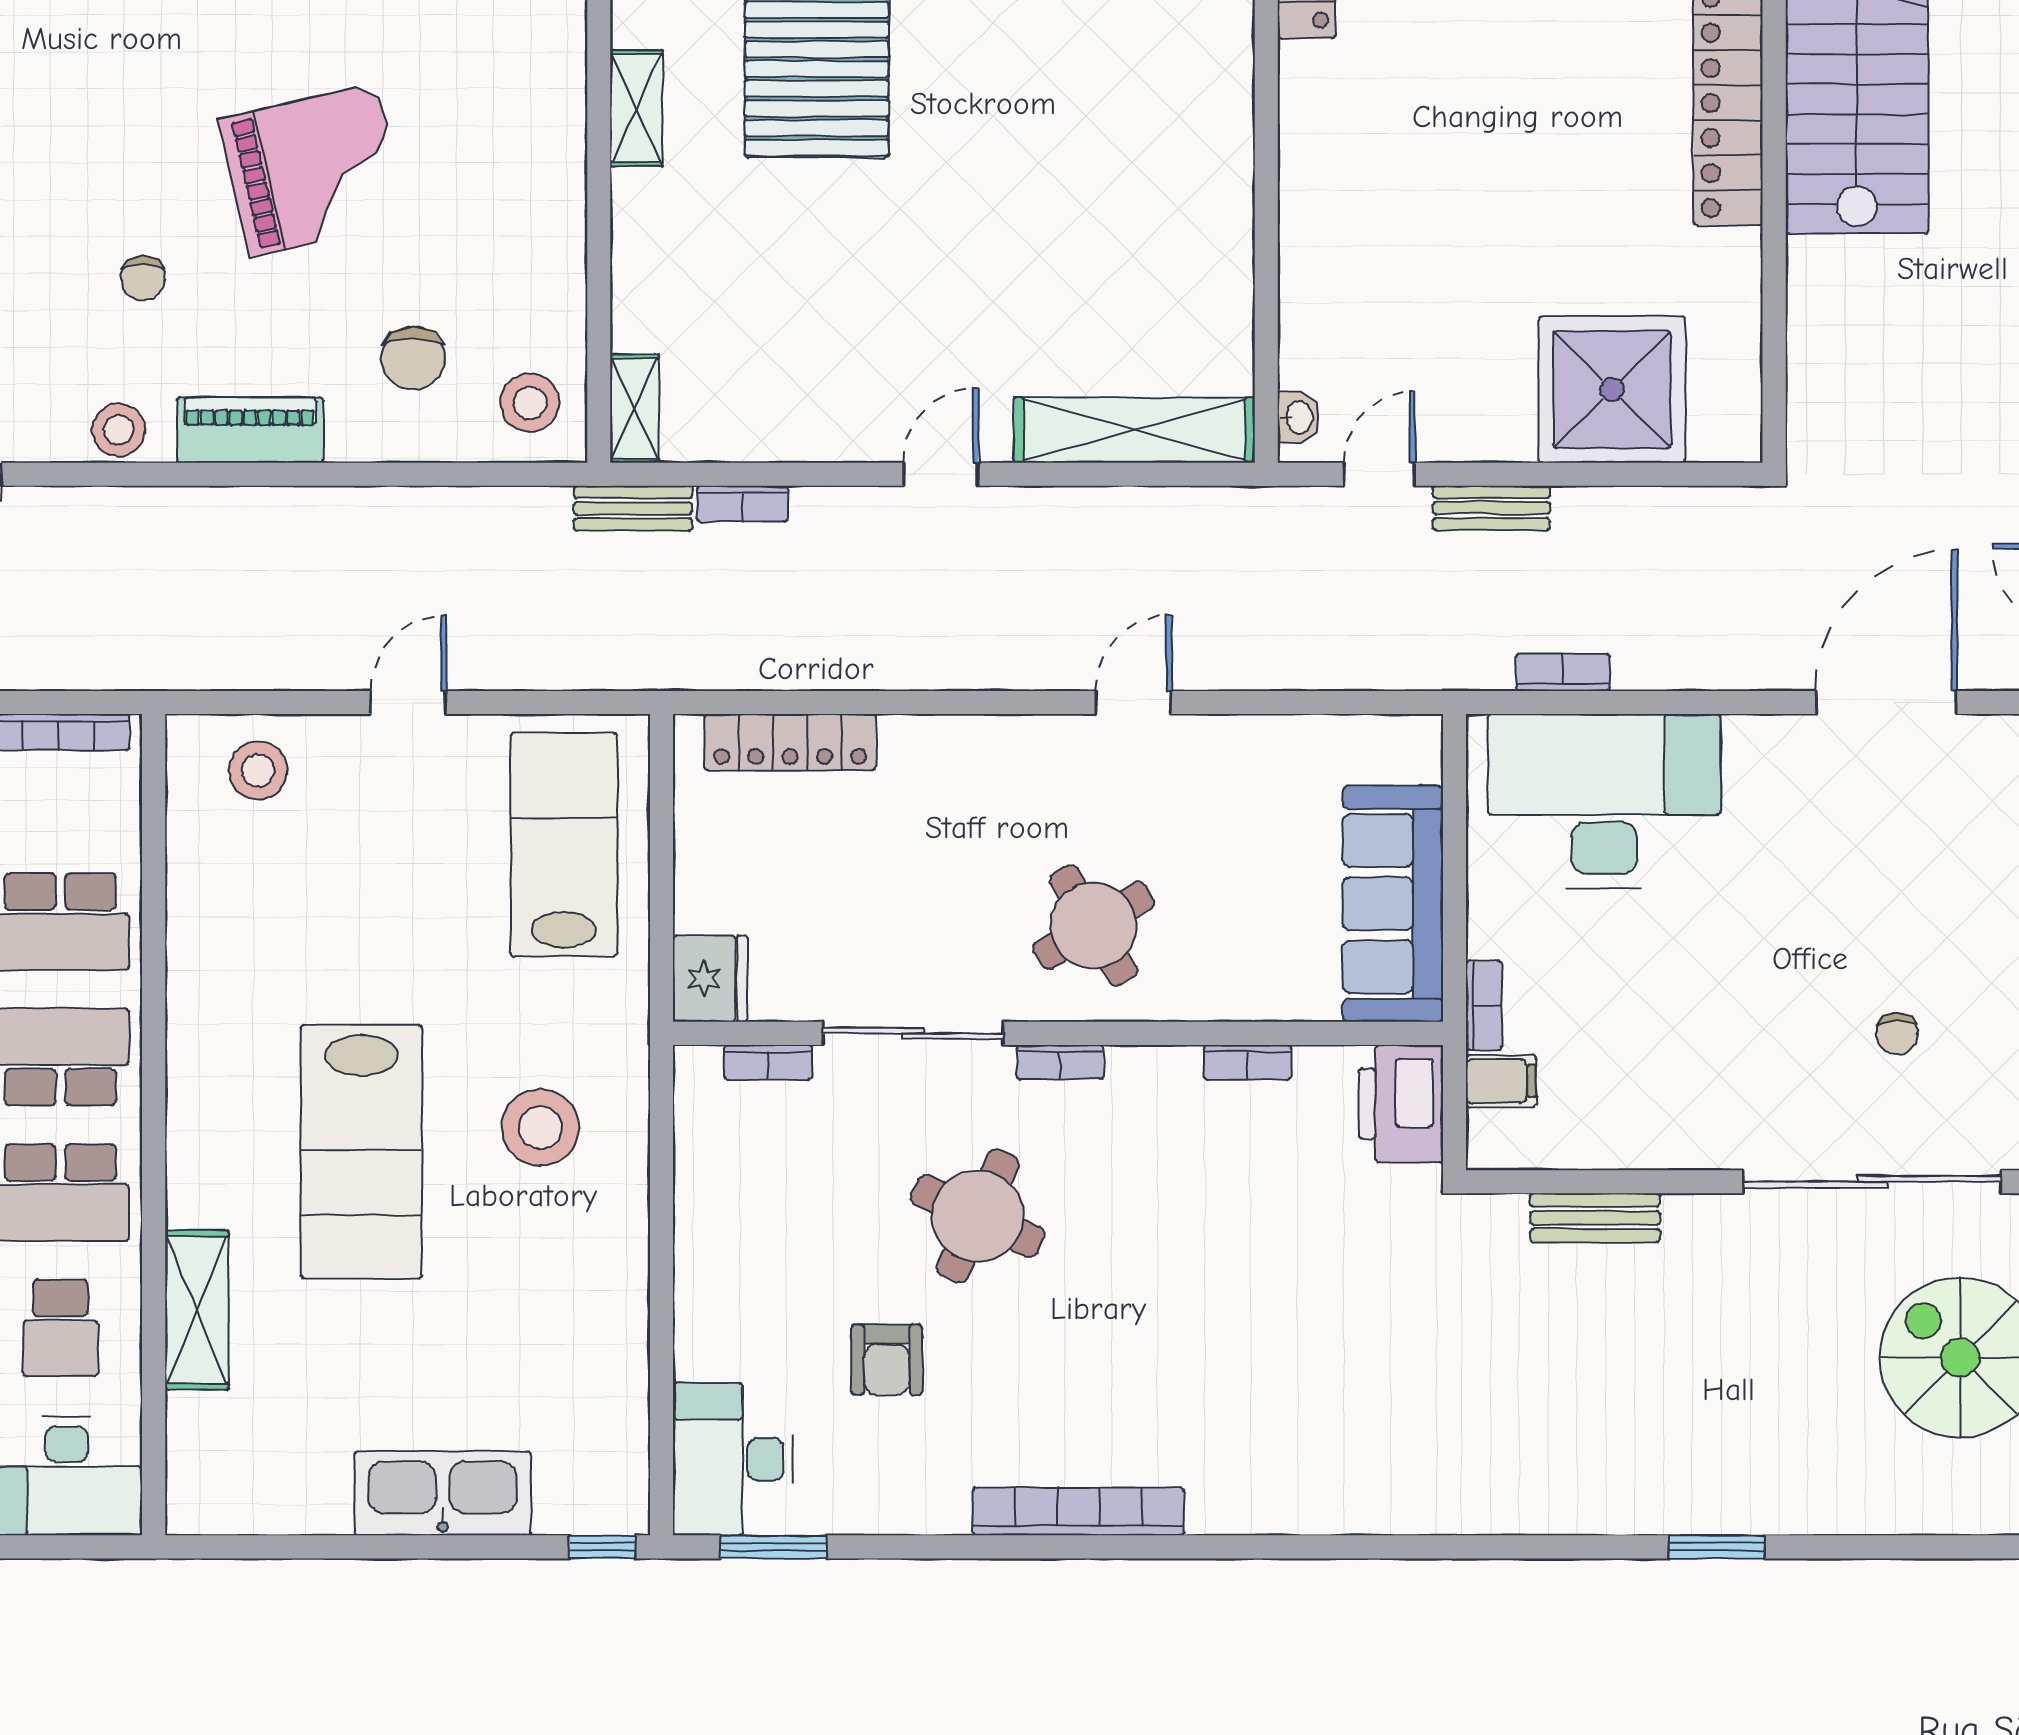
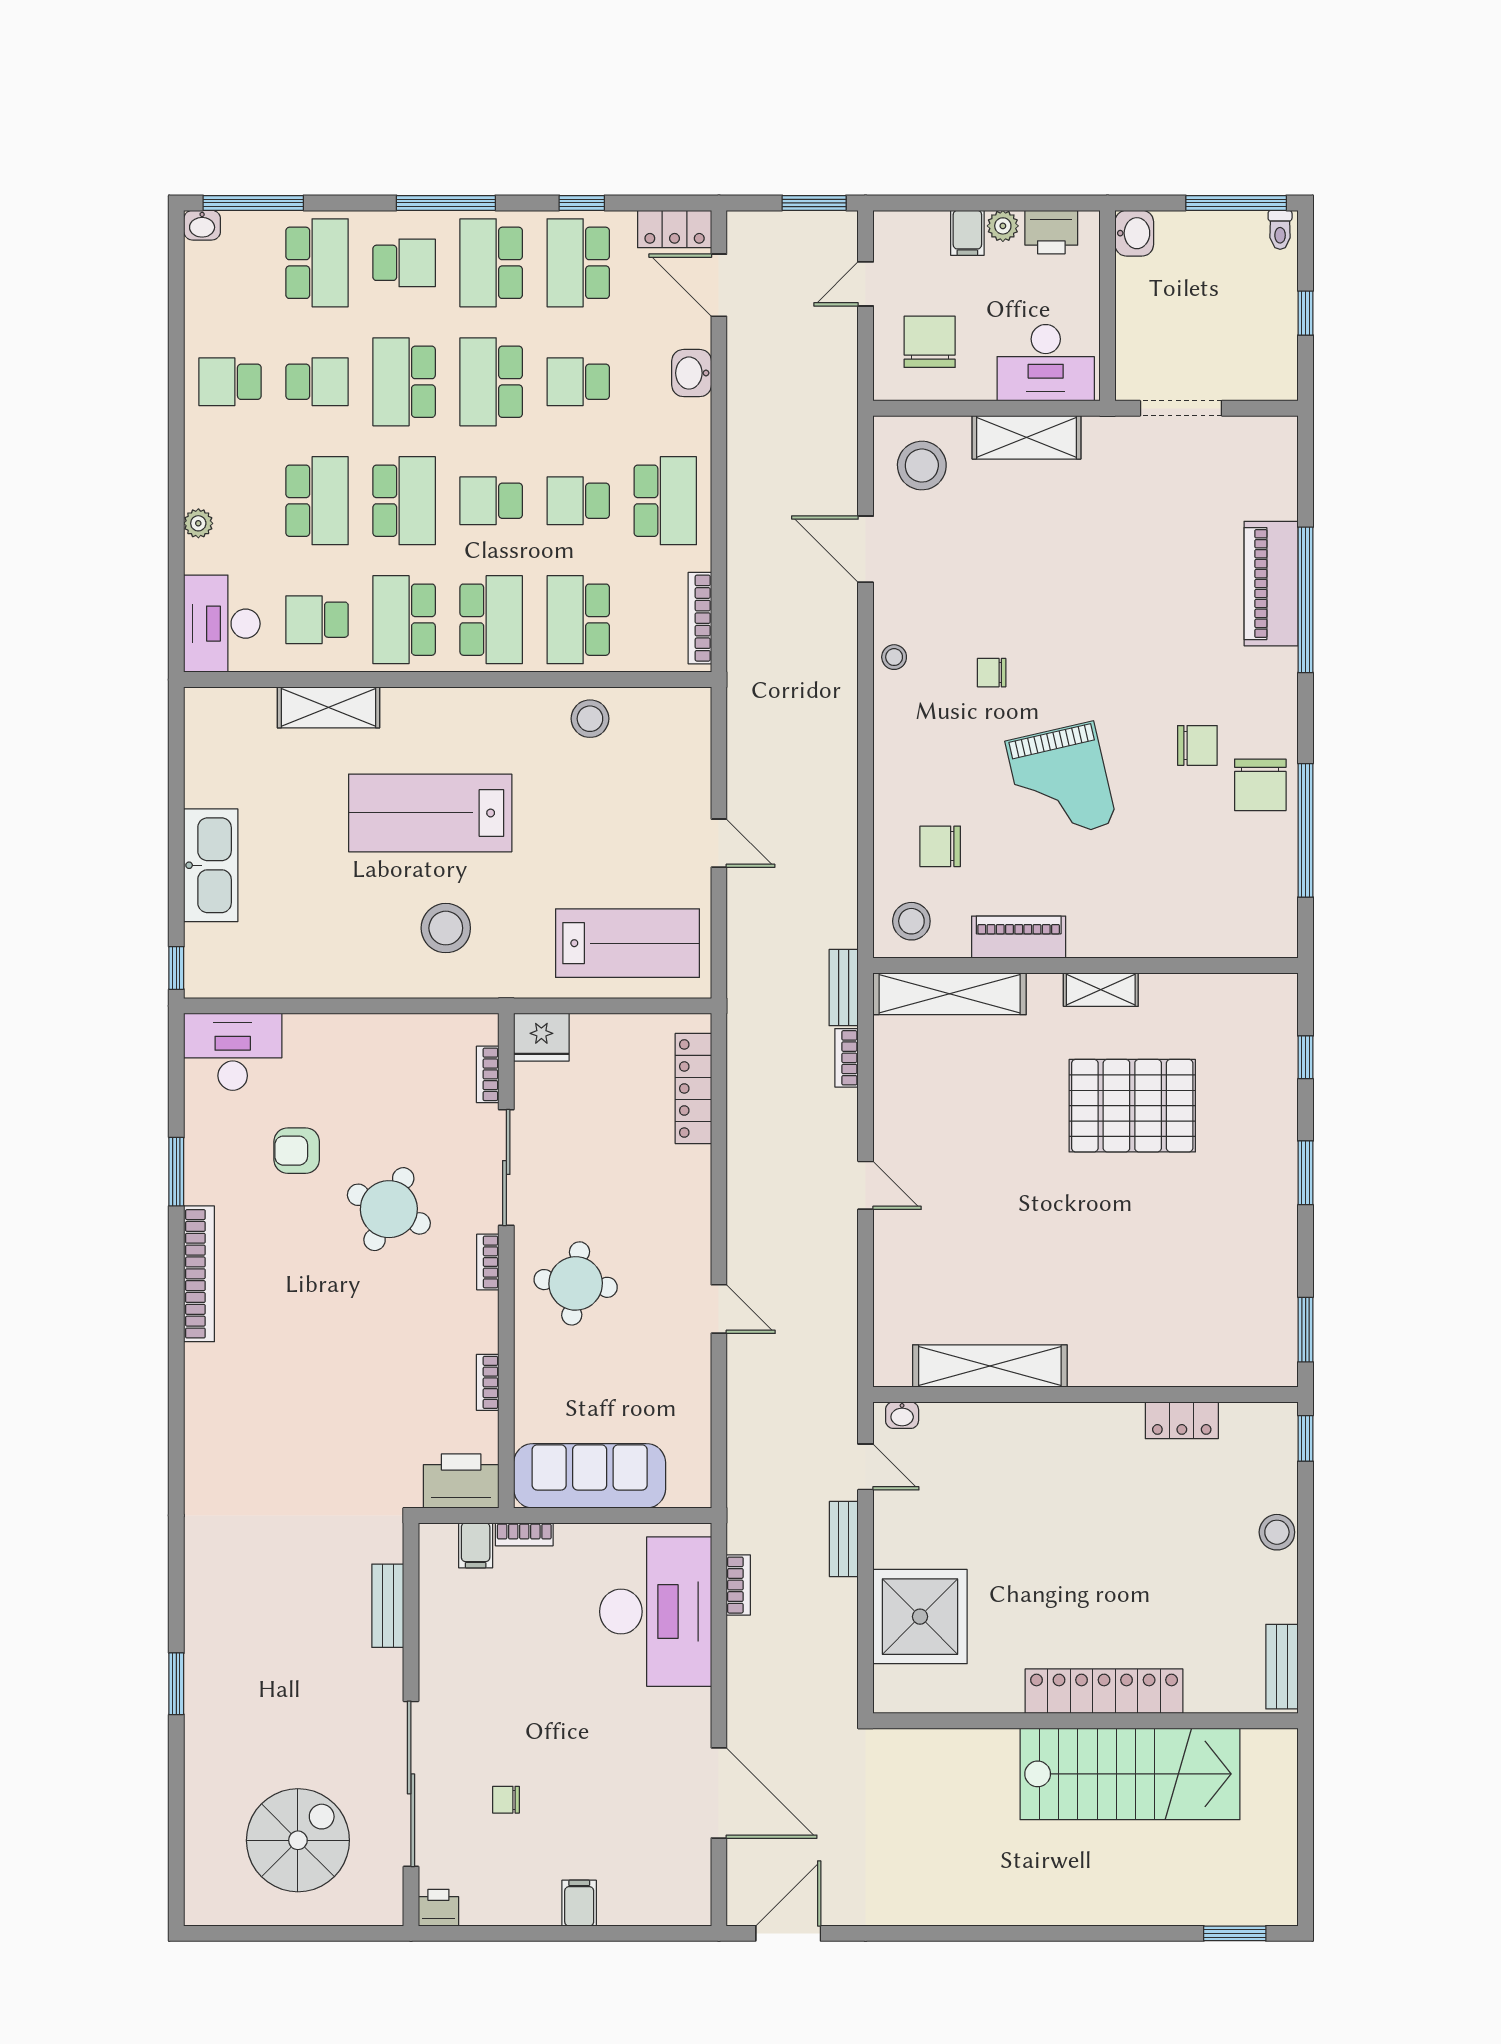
shelving: (635, 409) -> (950, 994), width x2.20, depth x1.33
stool: (119, 430) -> (894, 657), width x0.73, depth x0.73
piano: (250, 430) -> (1019, 937), moved, turned -90
shelving: (1134, 430) -> (990, 1366), moved, turned 90
stool: (258, 770) -> (590, 719), moved
round table: (1093, 925) -> (576, 1283), turned 38
window: (773, 1547) -> (176, 1172), moved

